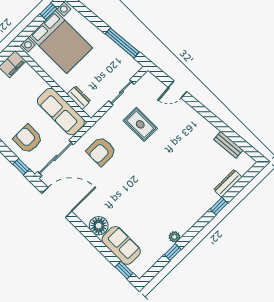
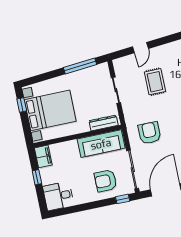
dresser: (79, 98) -> (104, 123), width x1.44
rug: (140, 124) -> (155, 82), moved, turned 90
armchair: (101, 151) -> (149, 133), turned 180

